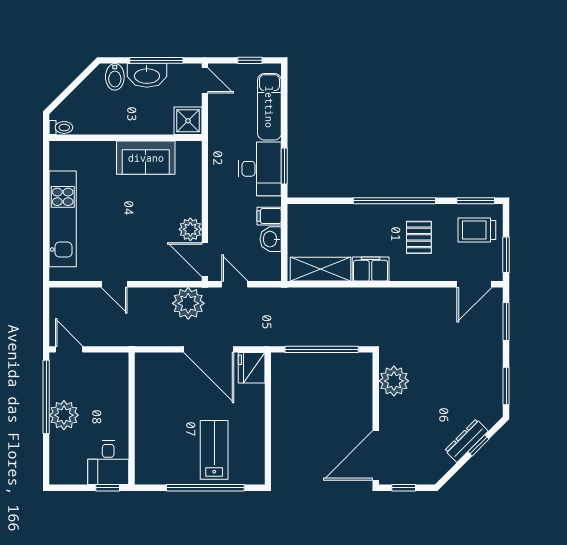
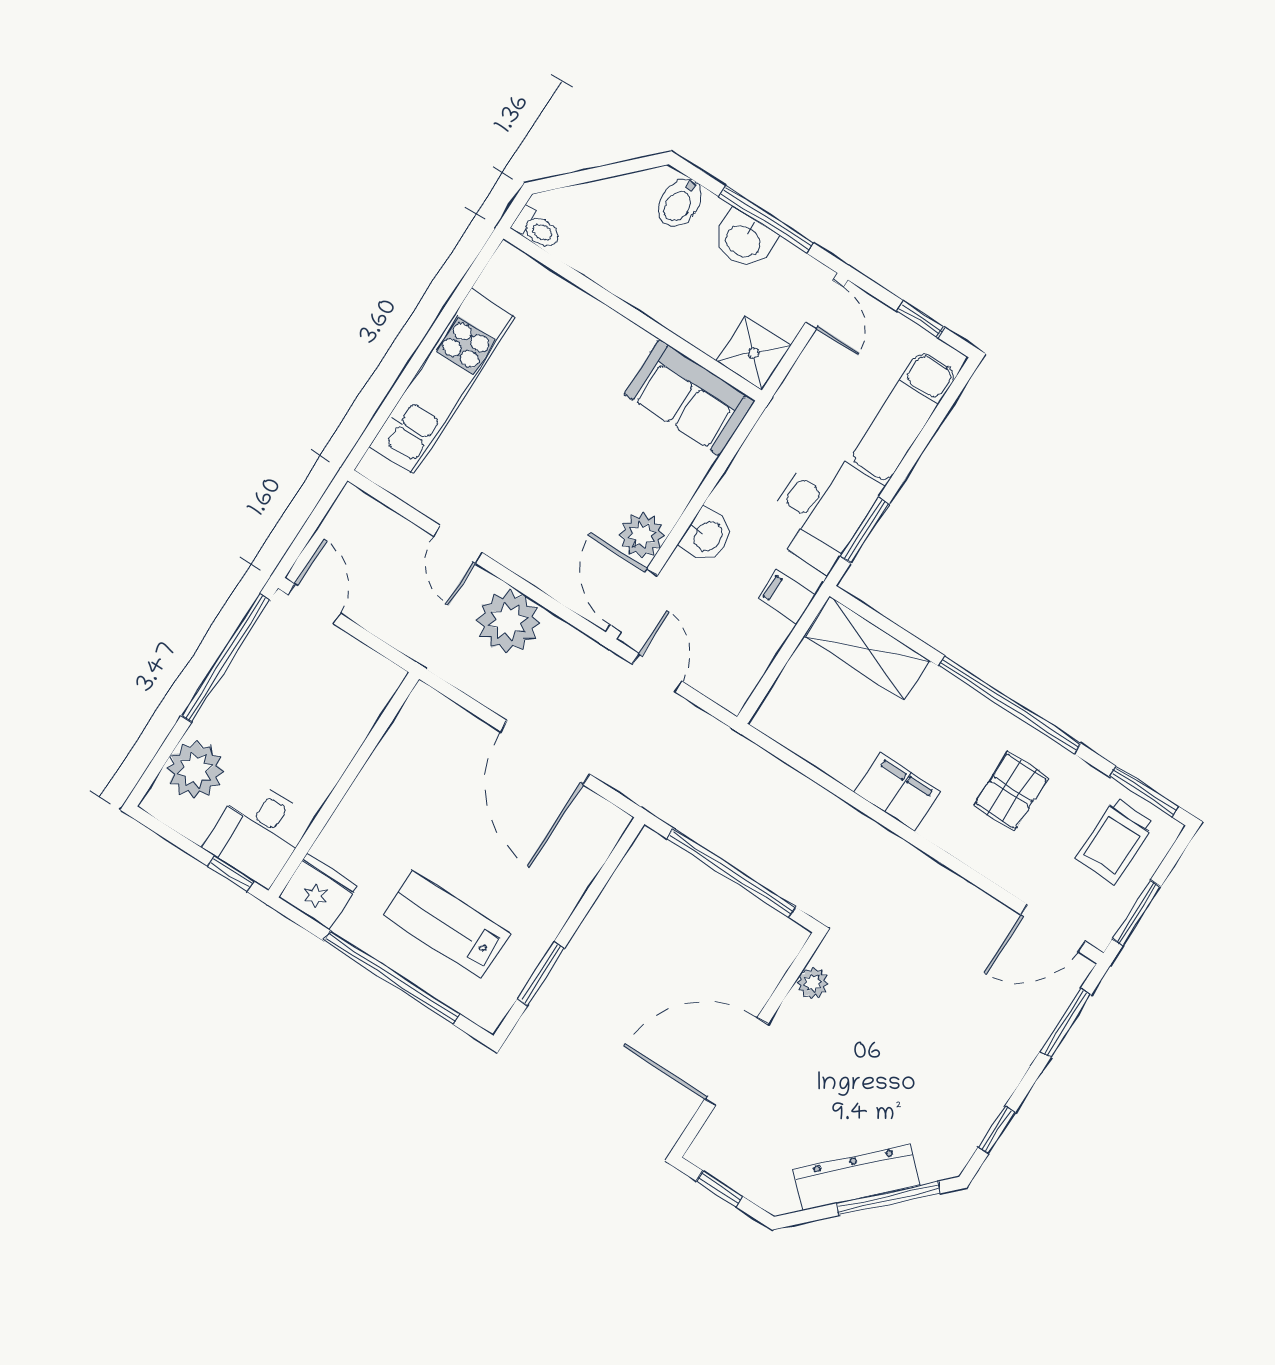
washbasin: (147, 75) -> (743, 240), width x0.72
sofa: (146, 158) -> (689, 398), moved
trolley: (477, 230) -> (1115, 841), turned -90
washbasin: (271, 239) -> (707, 536), moved, turned 180
shelving: (320, 269) -> (867, 649), moved
plant: (188, 303) -> (508, 621), moved
fridge: (252, 368) -> (318, 892), moved, turned 90
plant: (394, 381) -> (813, 983), width x0.53, depth x0.53
window: (506, 386) -> (997, 1130), width x0.67
plant: (64, 415) -> (195, 770), moved
dresser: (466, 441) -> (857, 1177), width x1.37, depth x1.24
window: (268, 445) -> (541, 974), added
window: (478, 445) -> (888, 1198), width x2.17
lab bench: (214, 450) -> (447, 924), turned -90
door: (376, 455) -> (736, 1062), moved

